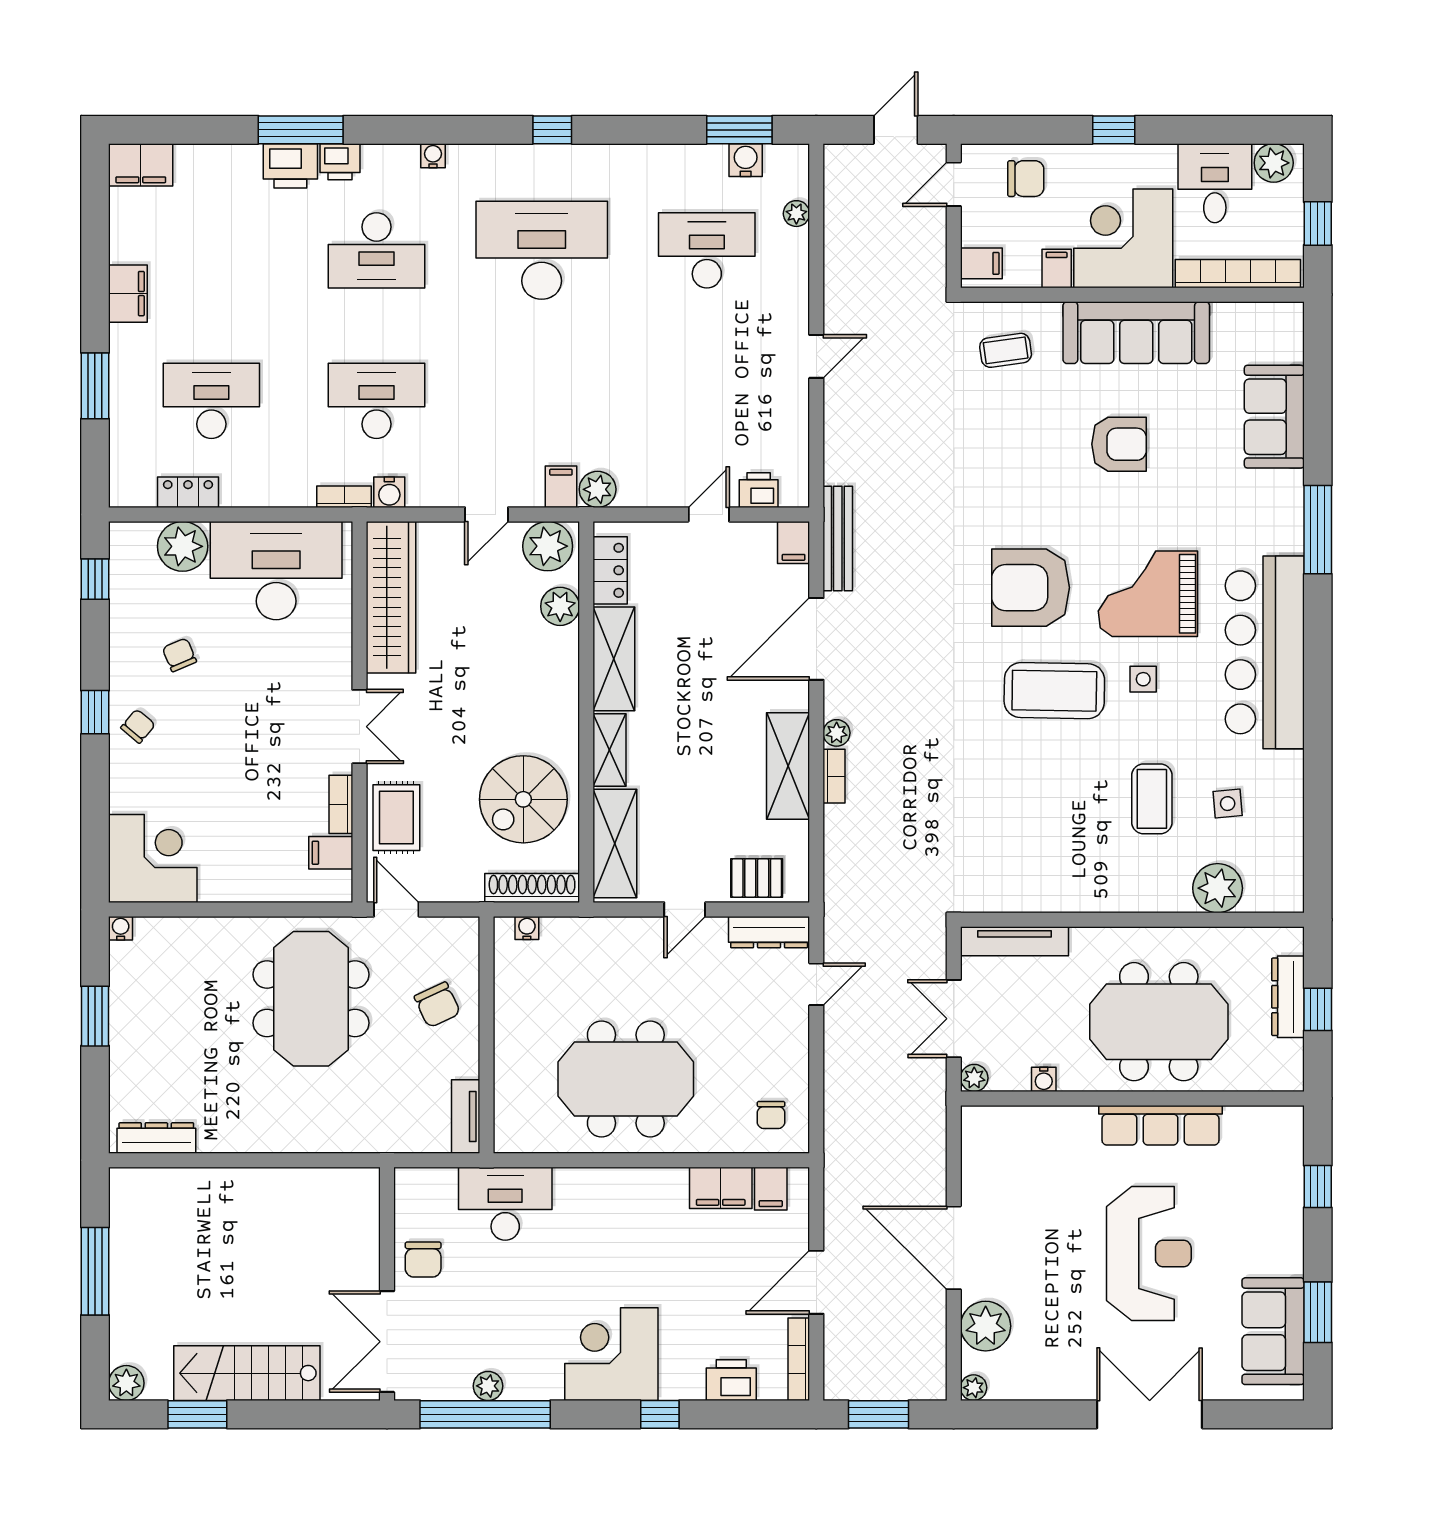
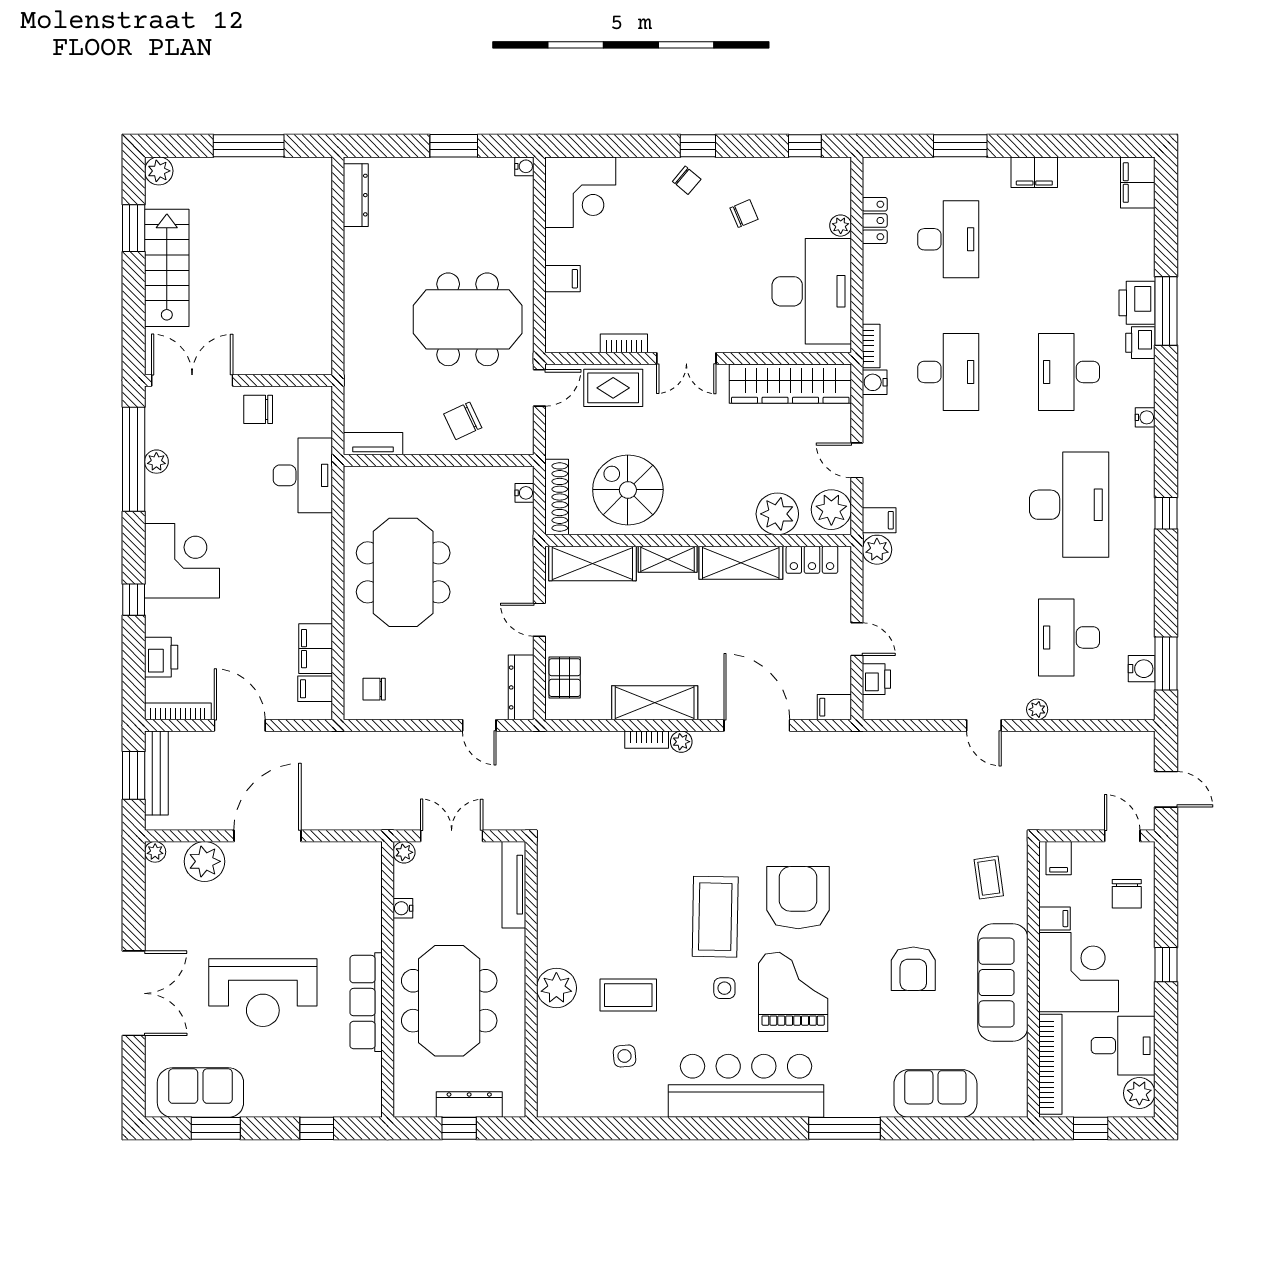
plant: (796, 214) -> (1037, 709), moved
desk: (707, 250) -> (1069, 637), turned 180
bench: (838, 538) -> (156, 773), moved, turned 90
plant: (183, 546) -> (841, 226), width x0.53, depth x0.53
plant: (560, 606) -> (777, 514), width x1.36, depth x1.36
filing cabinet: (331, 853) -> (562, 279), moved, turned 90
plant: (1218, 888) -> (556, 988), moved

